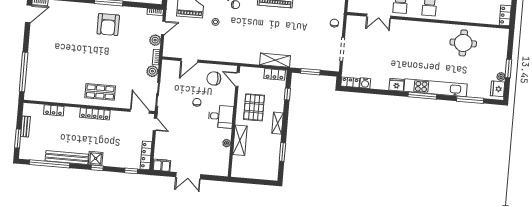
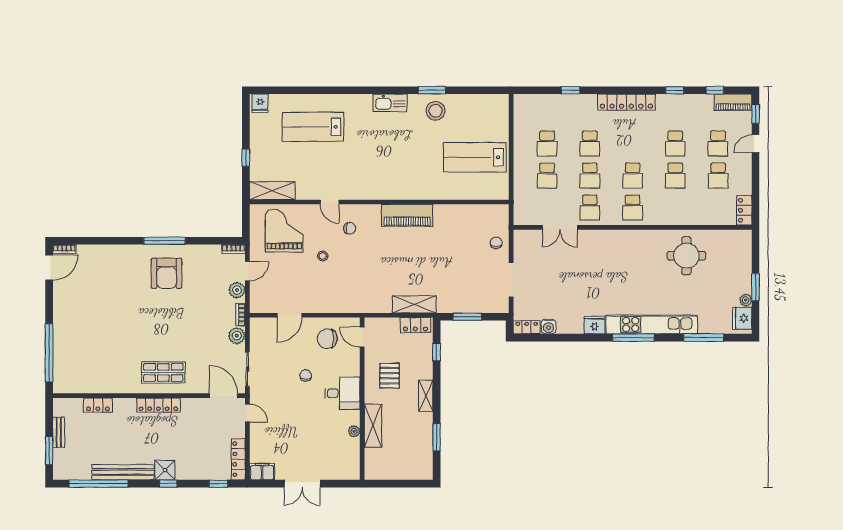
pallet: (254, 107) -> (389, 376), width x0.67, depth x0.71

